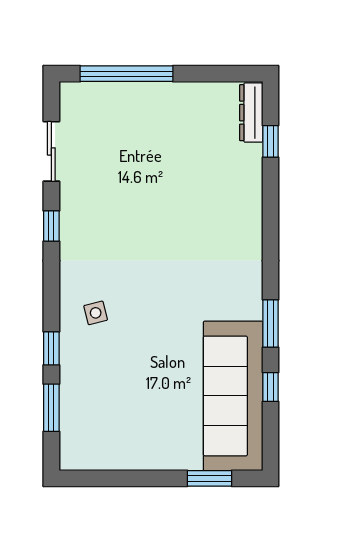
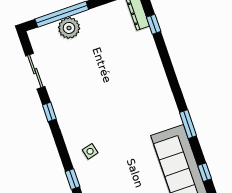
plant: (131, 100) -> (69, 28), added
window: (271, 387) -> (205, 172), moved

